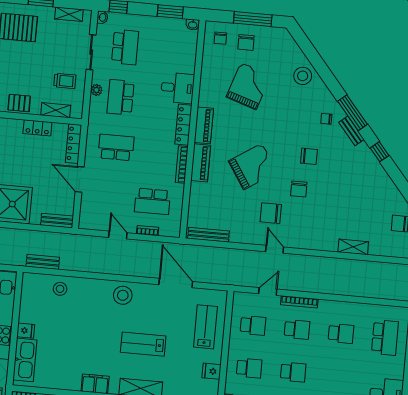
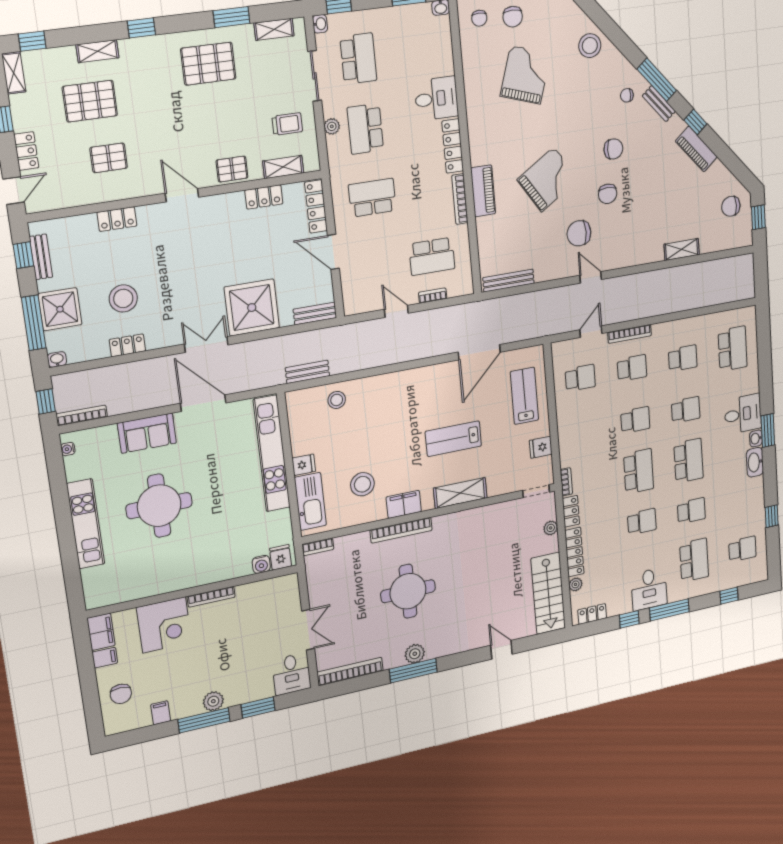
piano: (204, 125) -> (696, 149), moved, turned 140
door: (176, 283) -> (479, 352), swing flipped
stool: (123, 295) -> (362, 484), moved
school desk: (249, 368) -> (686, 410), moved

